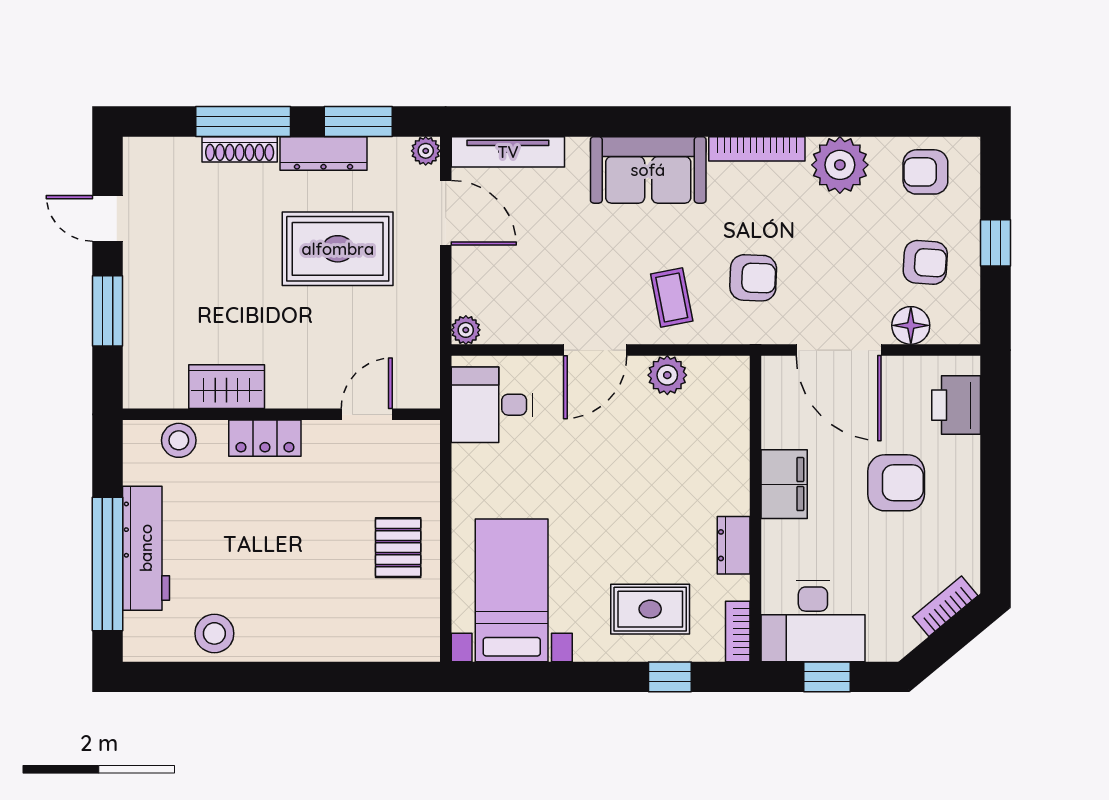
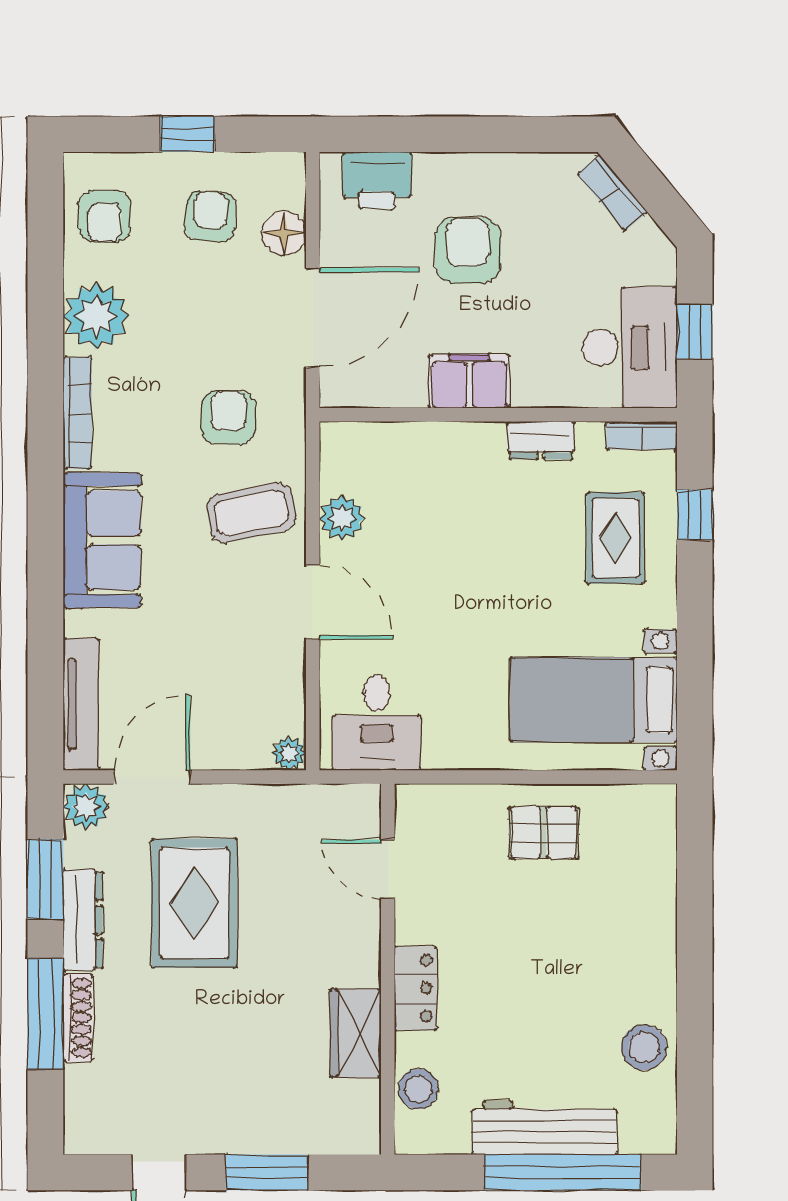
plant: (426, 151) -> (86, 807), width x1.38, depth x1.38
coffee table: (672, 298) -> (251, 513), width x1.36, depth x1.30

